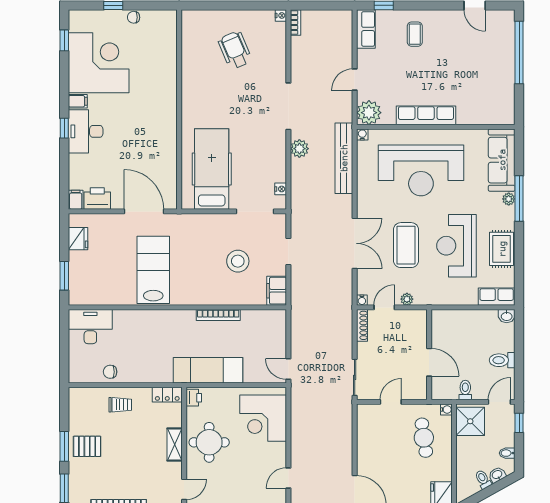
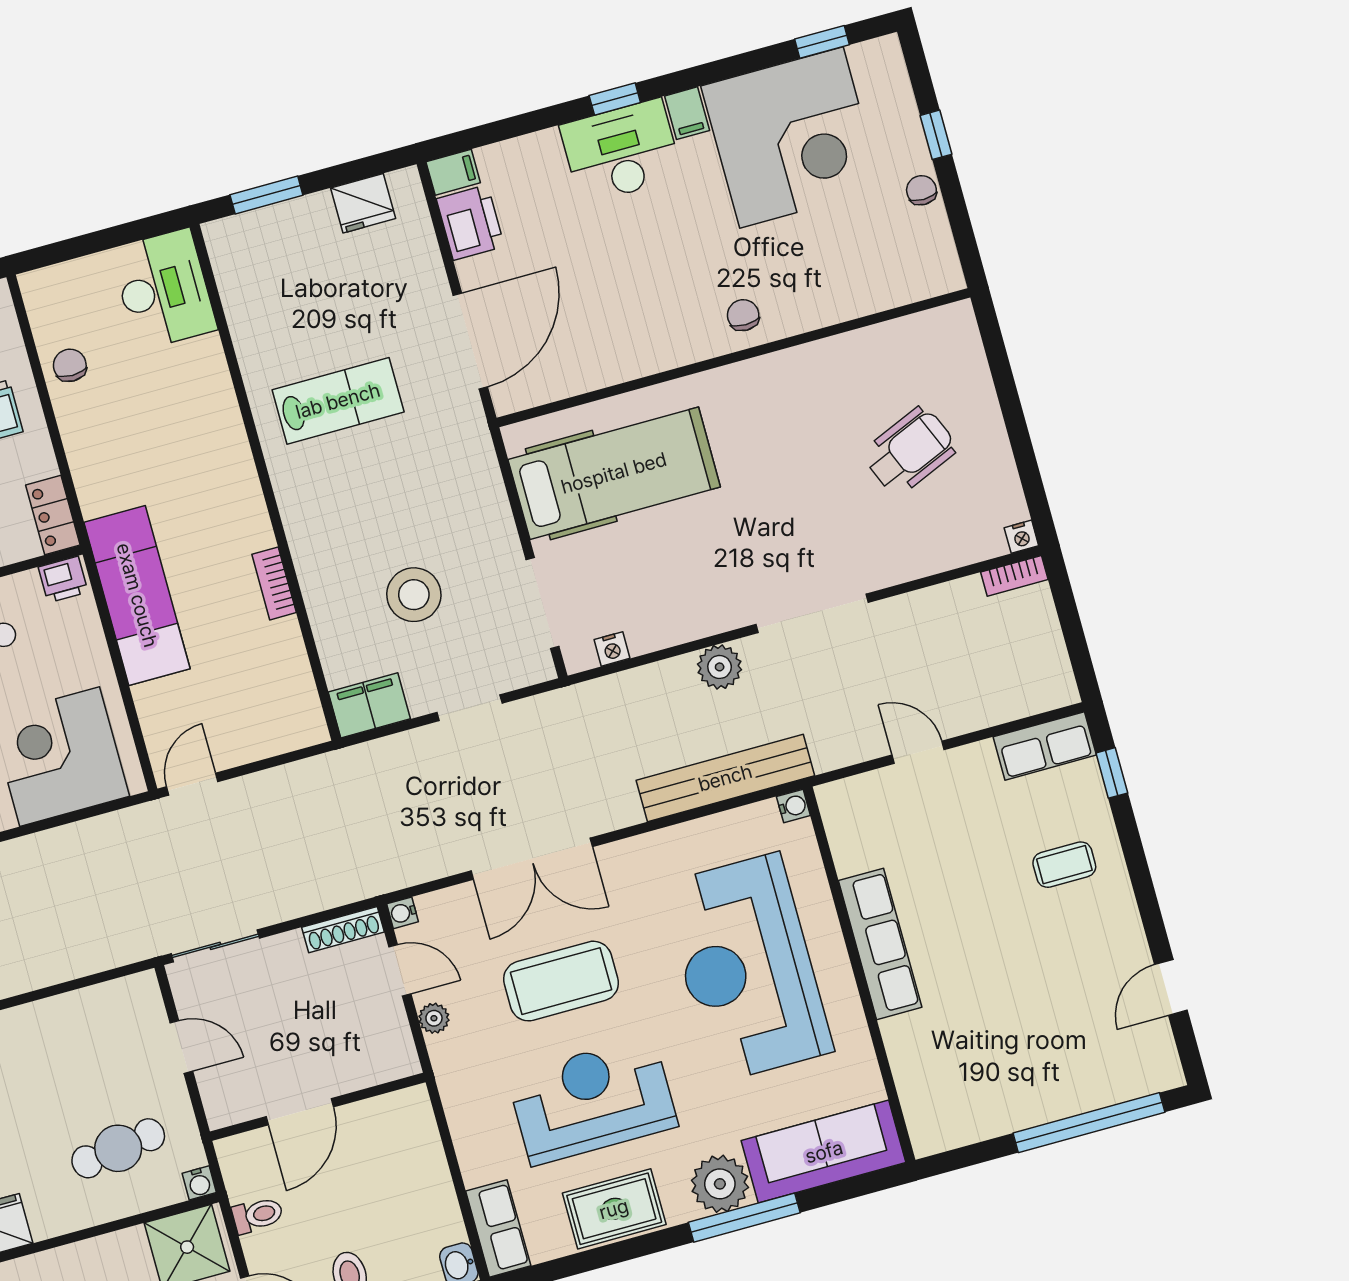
chair: (163, 101) -> (743, 315), added
plant: (369, 113) -> (849, 807), removed
plant: (509, 199) -> (720, 1184), width x1.88, depth x1.88
lab bench: (153, 270) -> (338, 401), width x0.73, depth x0.72
bookcase: (218, 315) -> (274, 583), width x0.64

